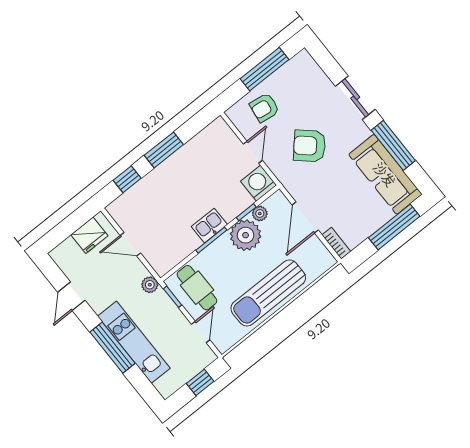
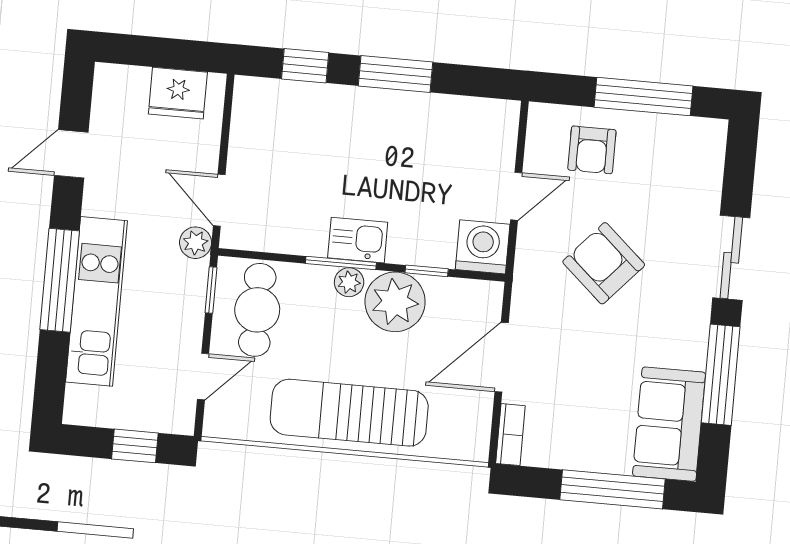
armchair: (264, 108) -> (592, 150), turned -98
sofa: (385, 174) -> (669, 424), width x0.73
plant: (260, 214) -> (349, 282), moved
door: (130, 244) -> (219, 200), moved

